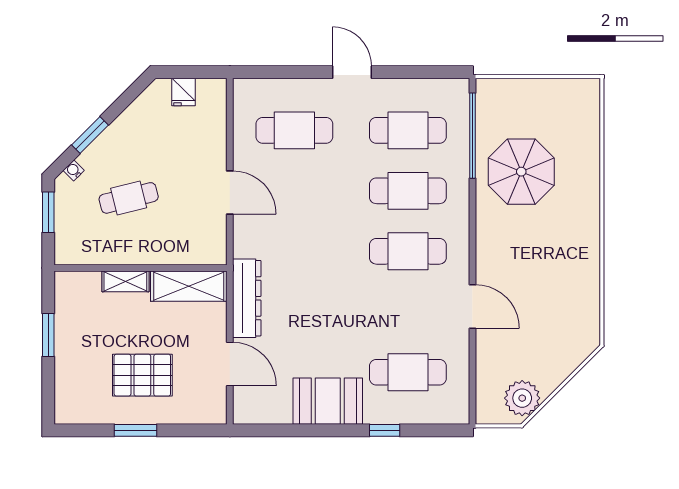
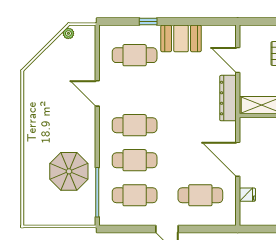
fridge: (184, 92) -> (247, 195), moved, turned 90
door: (230, 192) -> (238, 159), width x1.36
plant: (522, 398) -> (68, 33), width x0.53, depth x0.53

